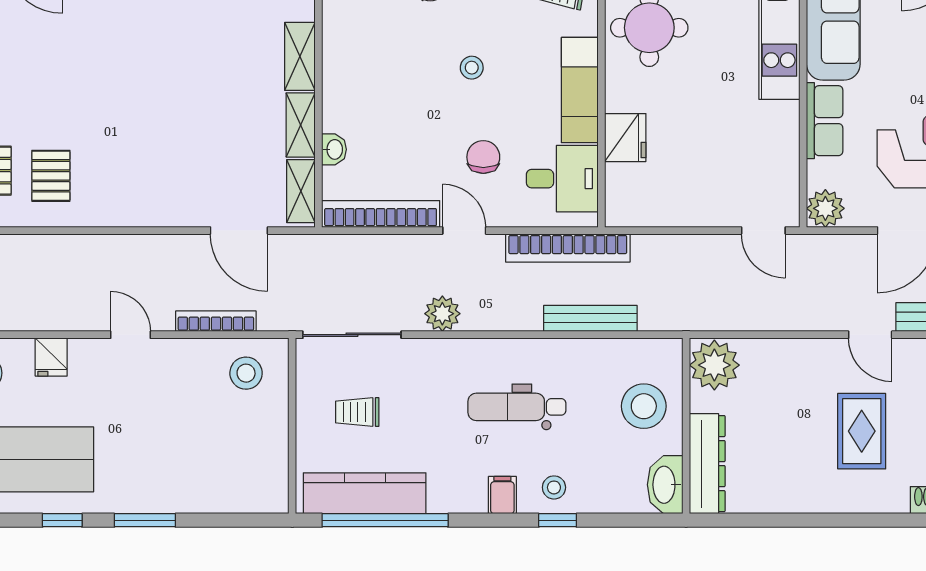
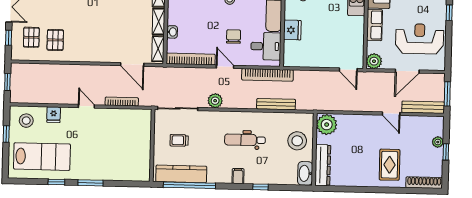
stool: (246, 373) -> (134, 123), removed
rug: (862, 431) -> (390, 165), moved
stool: (554, 487) -> (259, 173), removed

